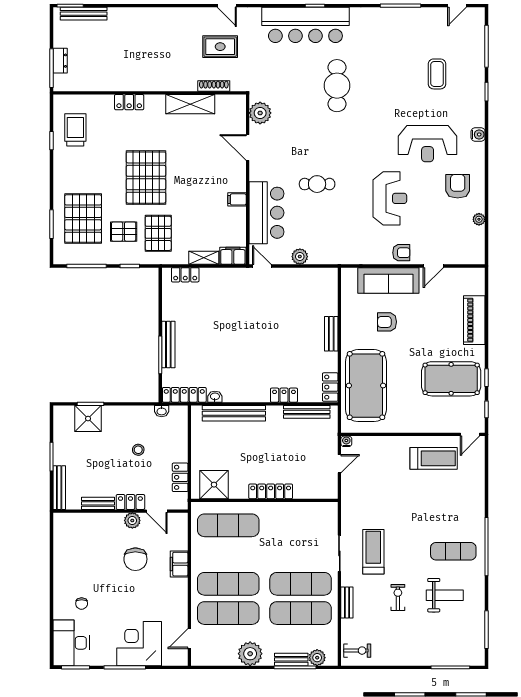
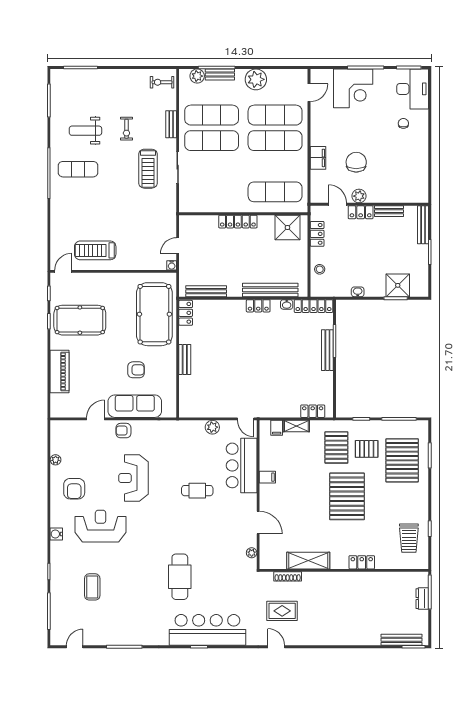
plant: (260, 113) -> (252, 553), width x0.53, depth x0.53
filing cabinet: (233, 256) -> (277, 428), width x0.50
locker: (284, 395) -> (258, 306), moved
washbasin: (162, 411) -> (358, 292), moved
stool: (138, 450) -> (320, 269), moved

